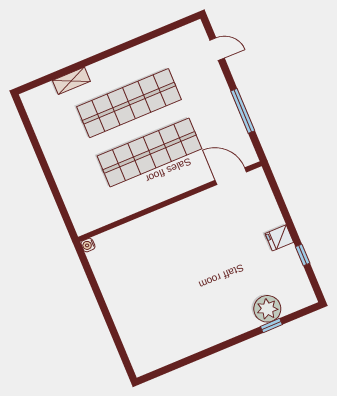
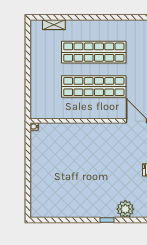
shelving: (71, 81) -> (54, 25), moved
window: (271, 325) -> (107, 220), moved

